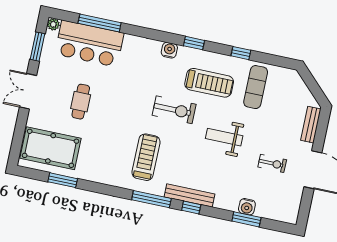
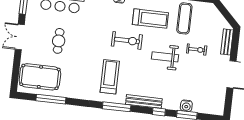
exercise bike: (272, 163) -> (197, 50), moved
window: (63, 180) -> (51, 99), width x1.44
window: (191, 208) -> (159, 112), moved

